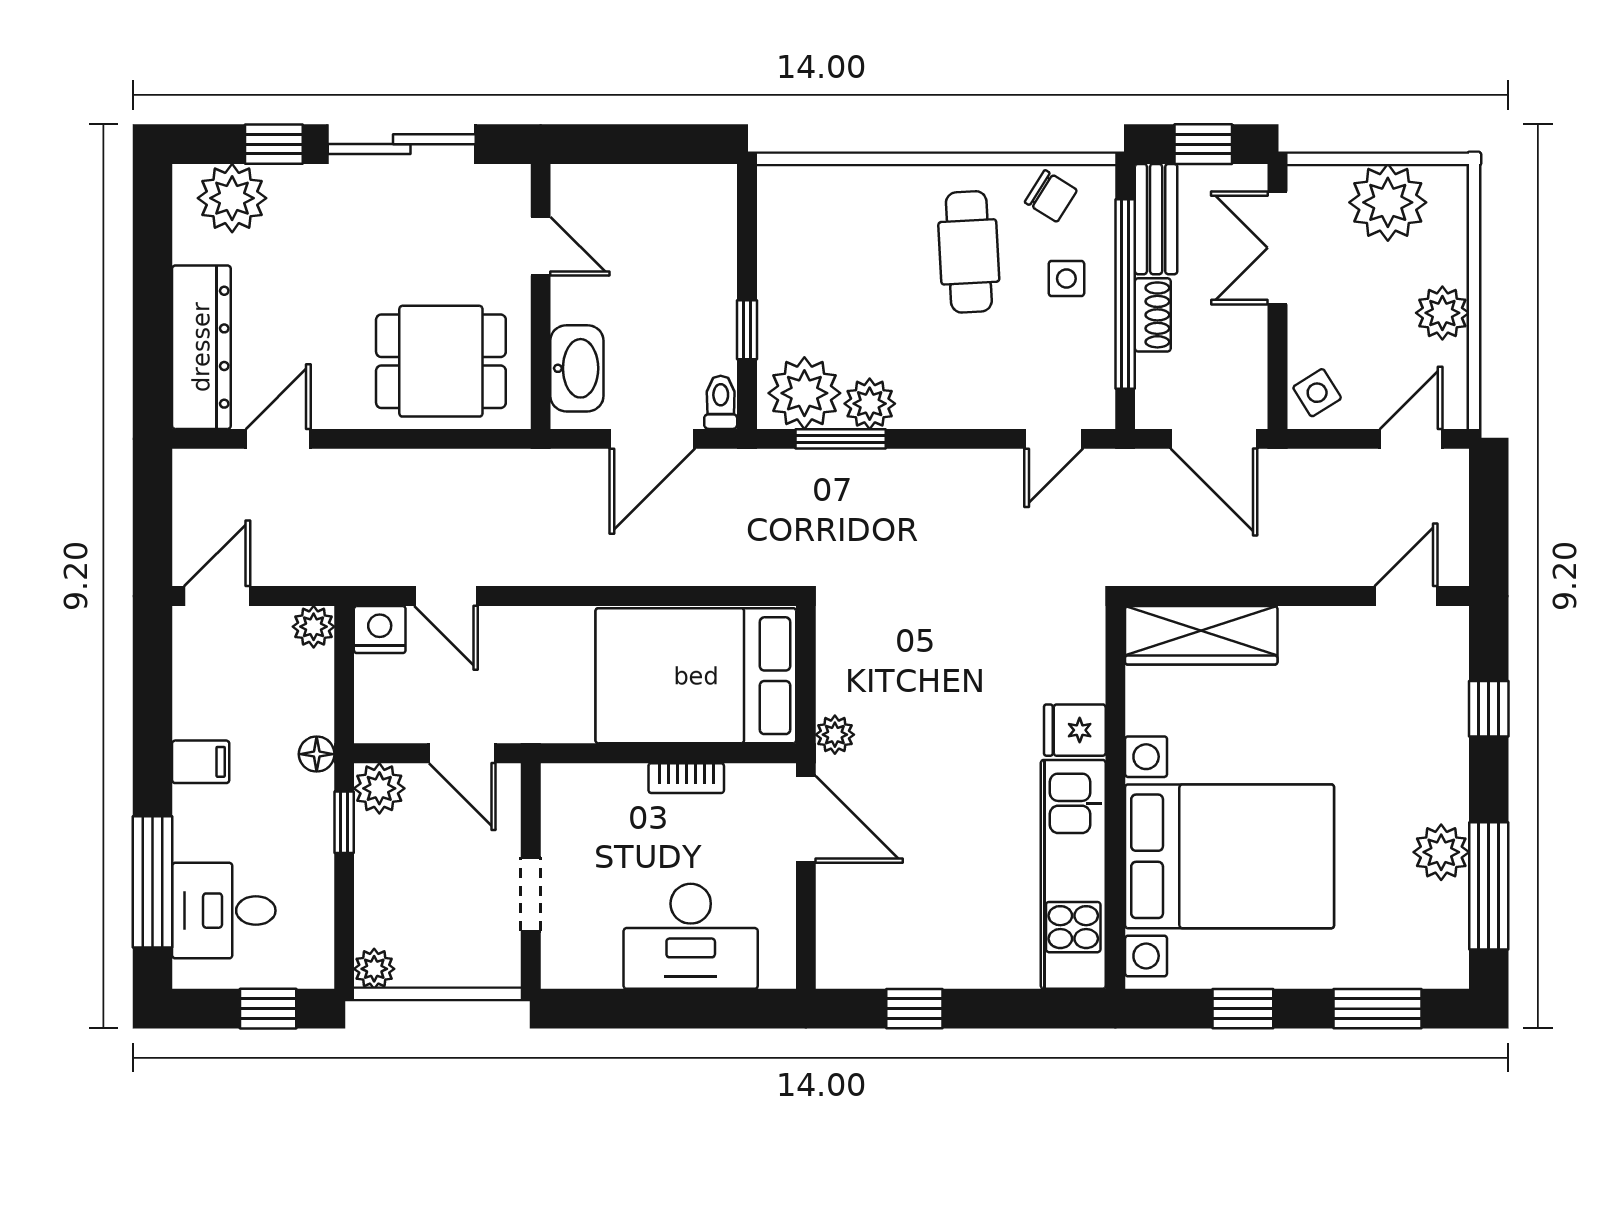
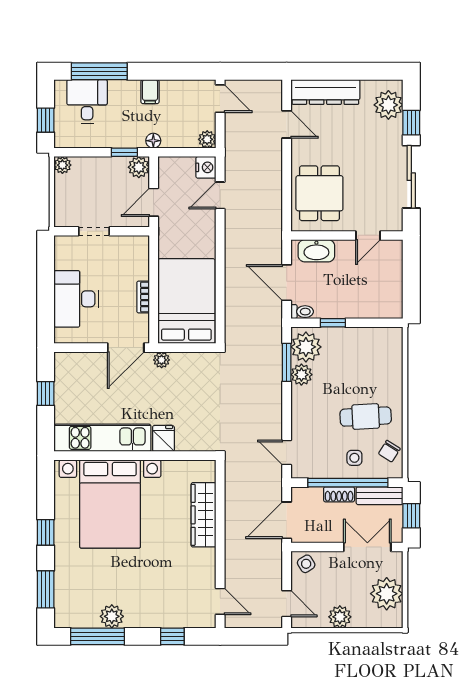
fridge: (1075, 730) -> (163, 438), moved
wall: (1115, 797) -> (135, 456), moved
bed with nightstands: (1230, 856) -> (110, 504), moved
kitchen unit: (1073, 874) -> (102, 438), moved

